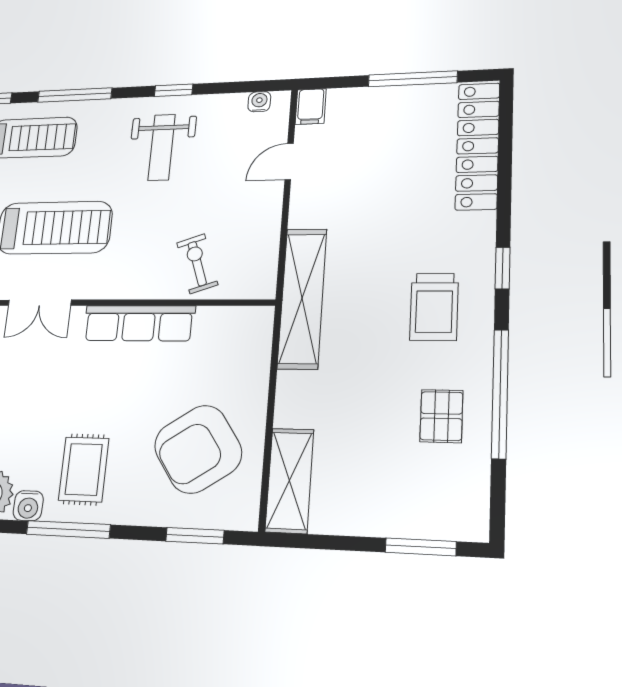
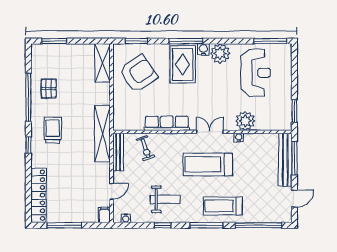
weight bench: (162, 147) -> (165, 199), turned 90
bench: (266, 254) -> (118, 152), added
rug: (84, 469) -> (183, 64), width x1.36, depth x1.43

